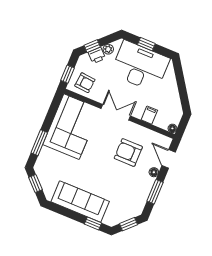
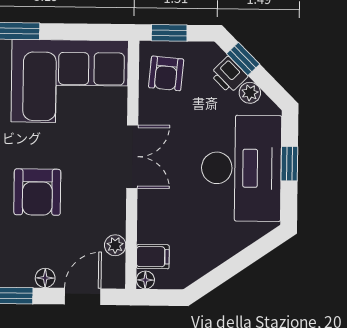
filing cabinet: (149, 115) -> (153, 257), moved
plant: (152, 136) -> (115, 245), added
armchair: (128, 153) -> (37, 192), moved, turned 180

